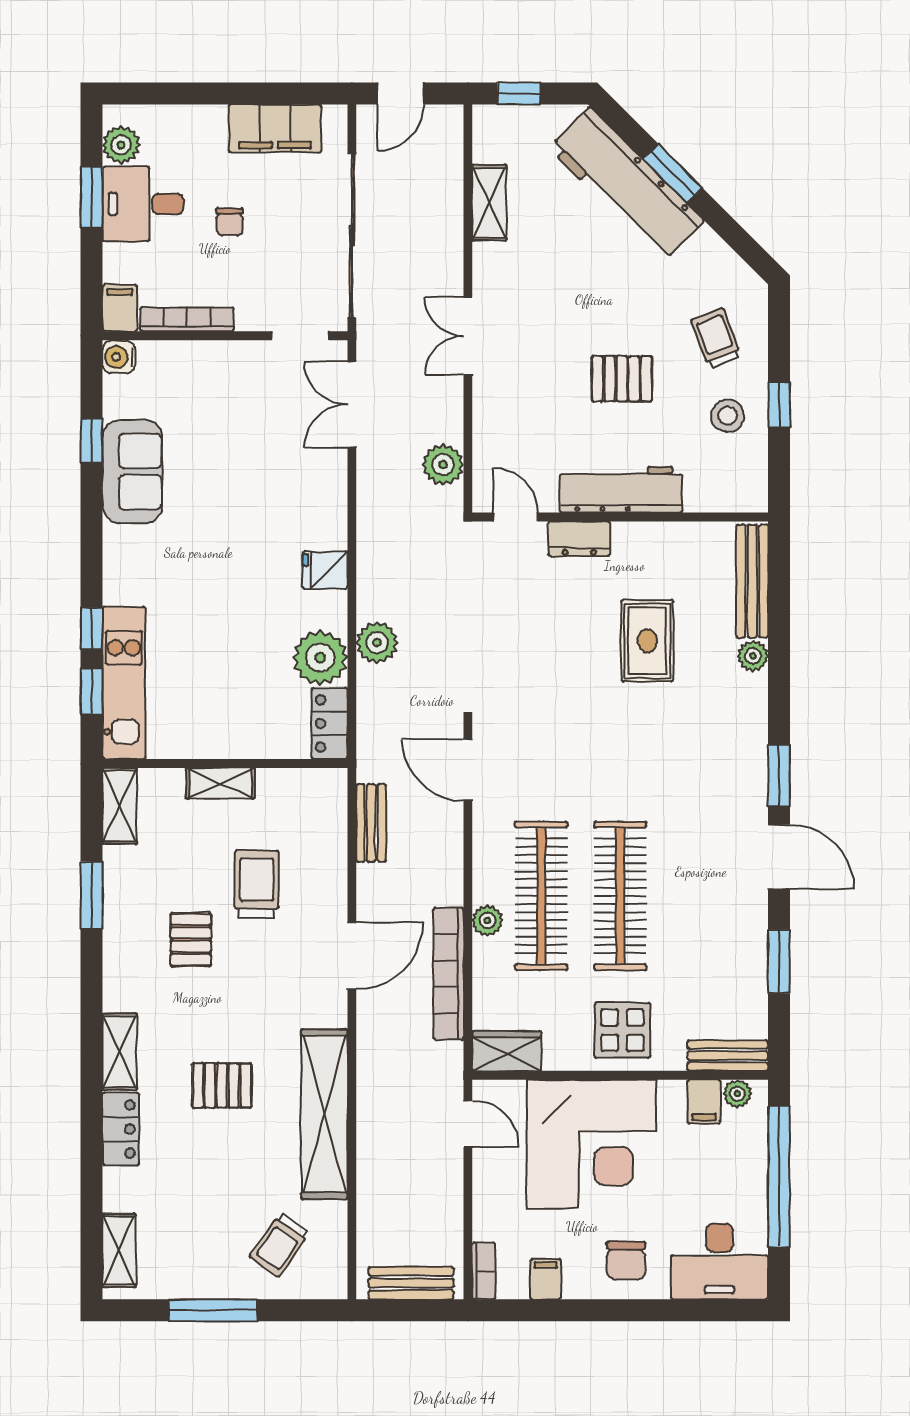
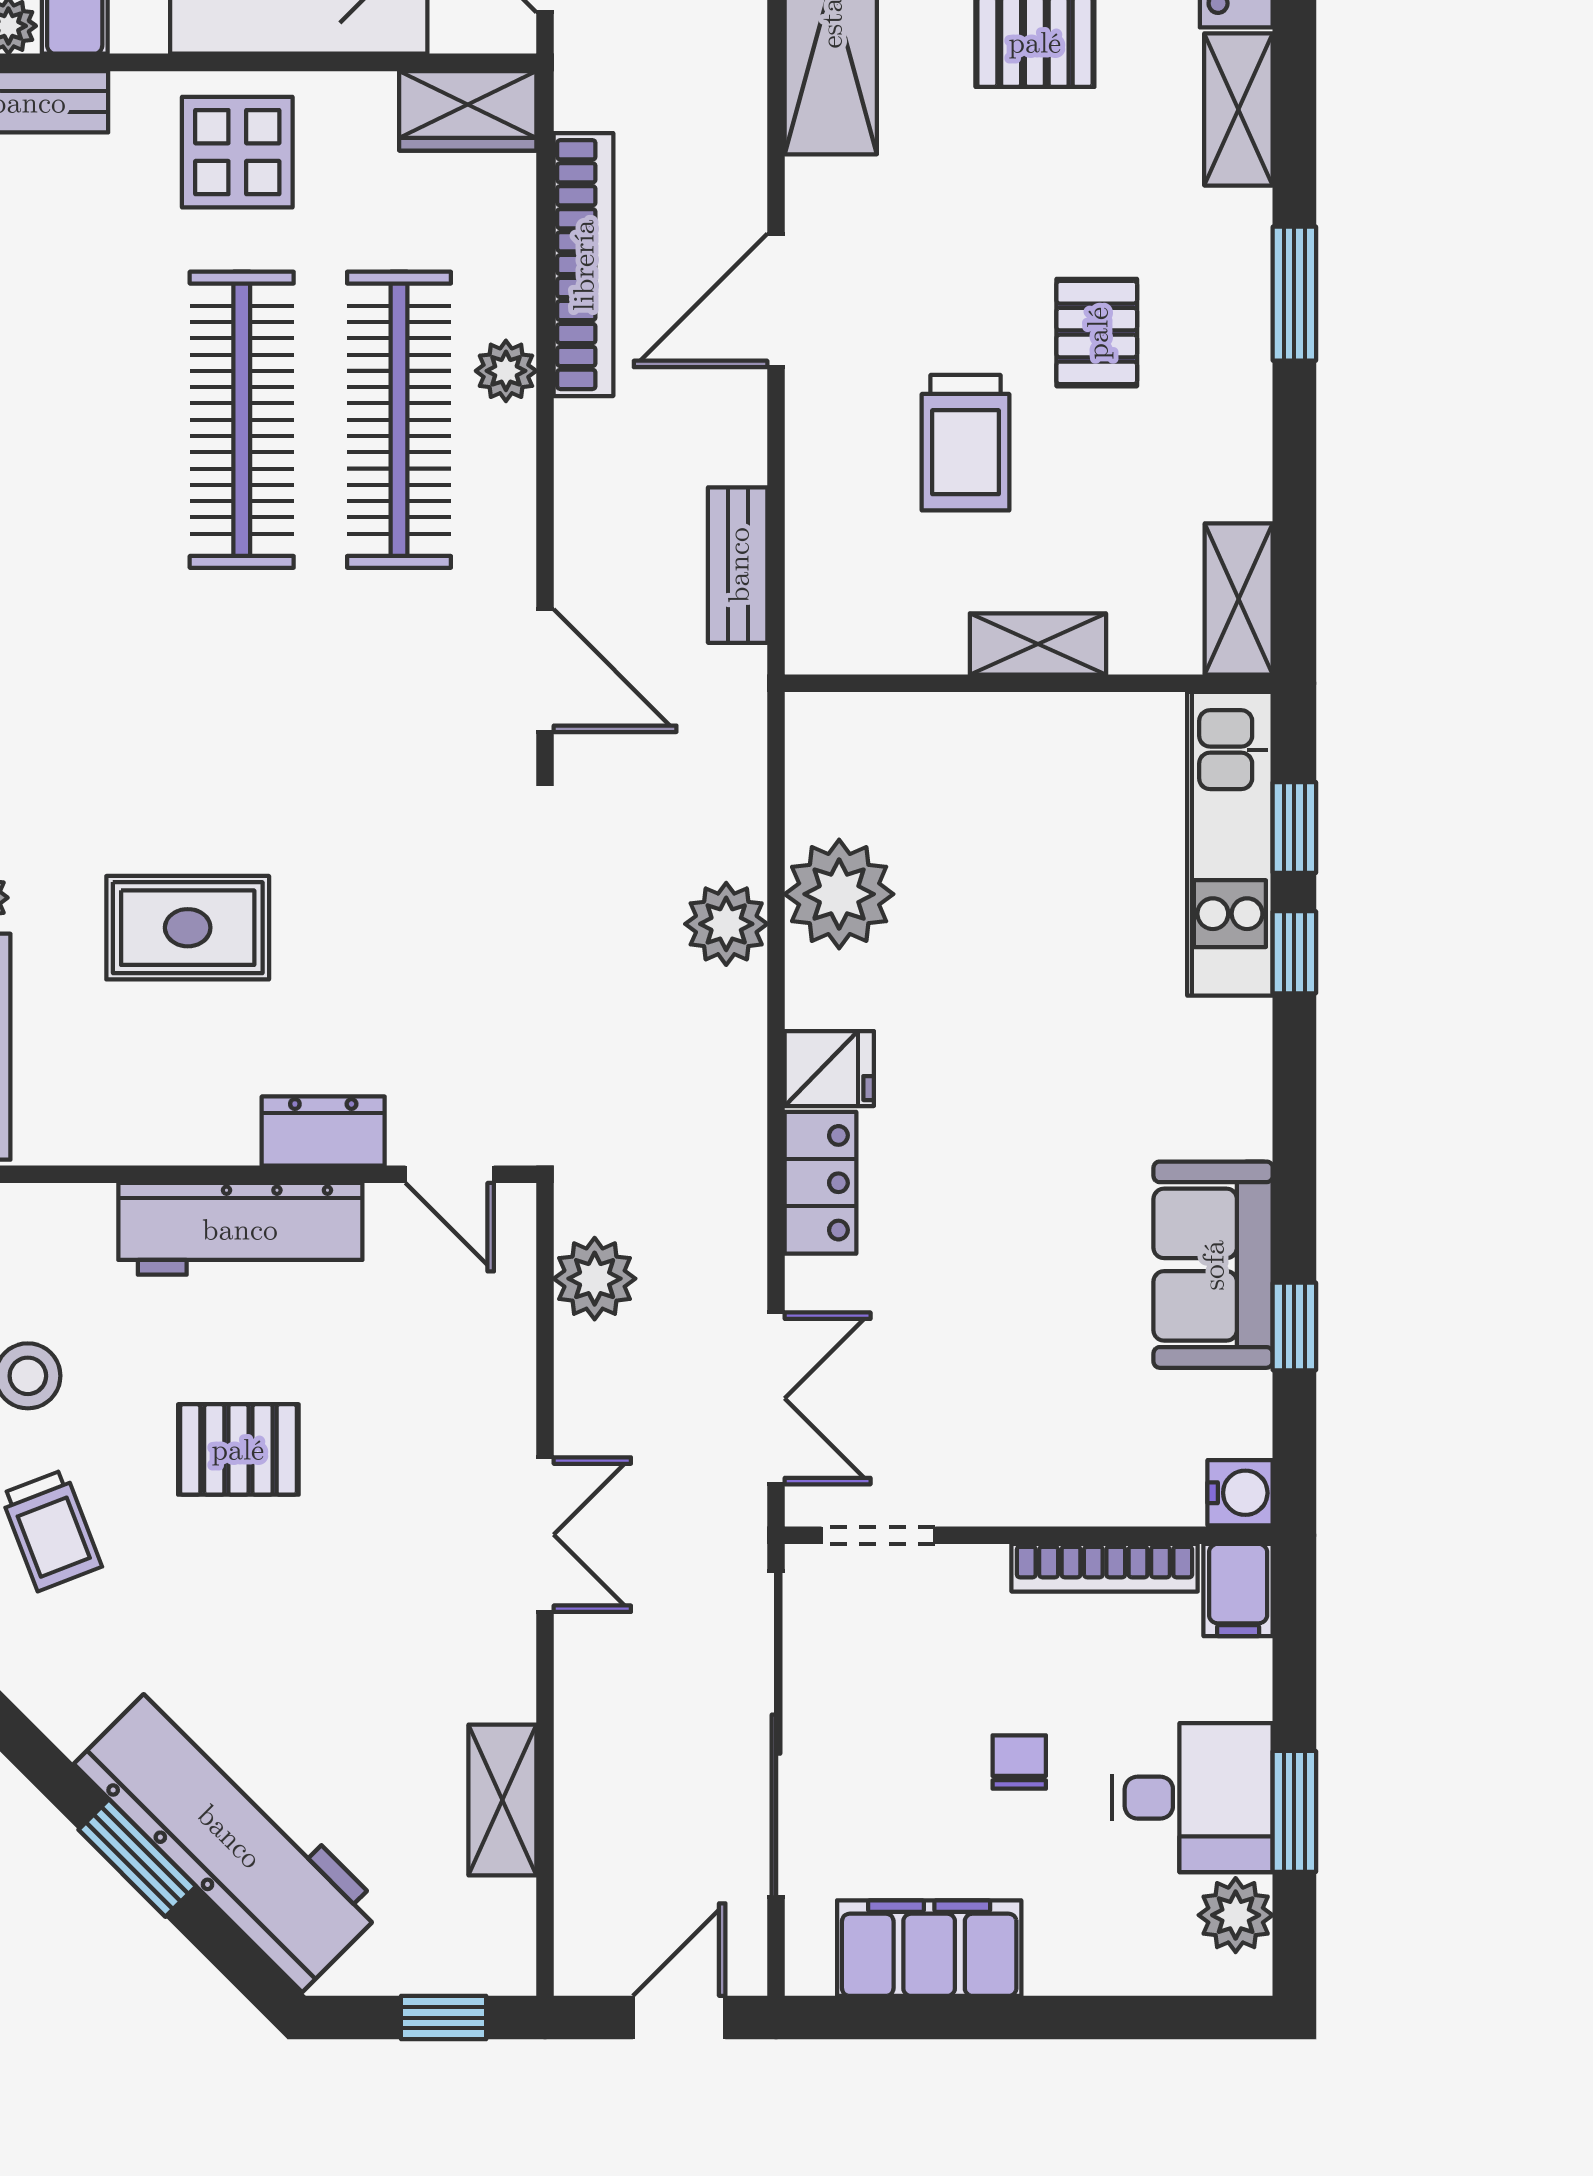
rug: (647, 641) -> (188, 928), turned 90
locker: (330, 724) -> (821, 1183), moved
window: (92, 895) -> (1294, 294), moved

